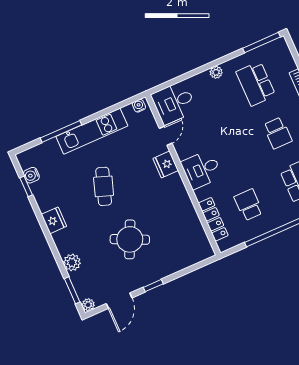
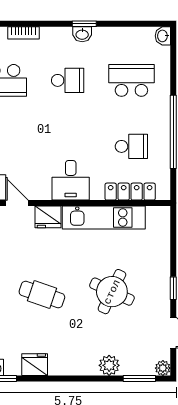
school desk: (248, 205) -> (131, 146), turned 180
kitchen unit: (184, 208) -> (104, 218), added
fridge: (54, 220) -> (35, 365), moved

